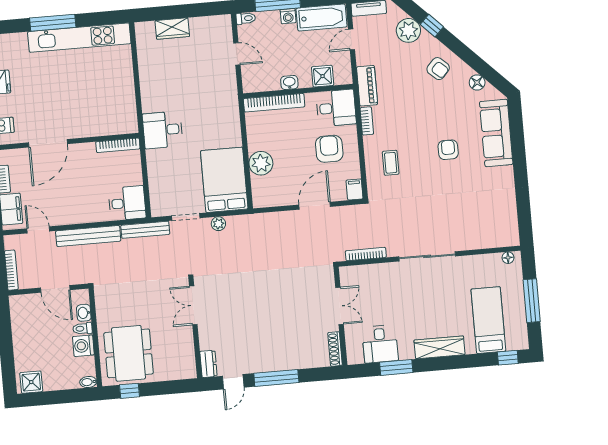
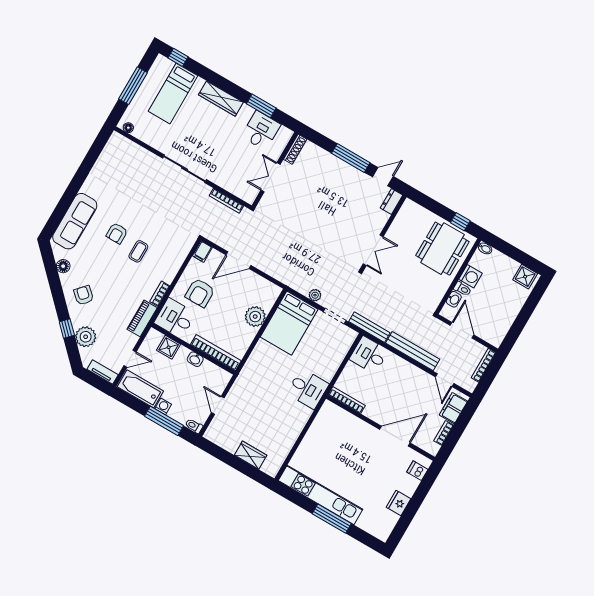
coffee table: (391, 163) -> (138, 251), moved

